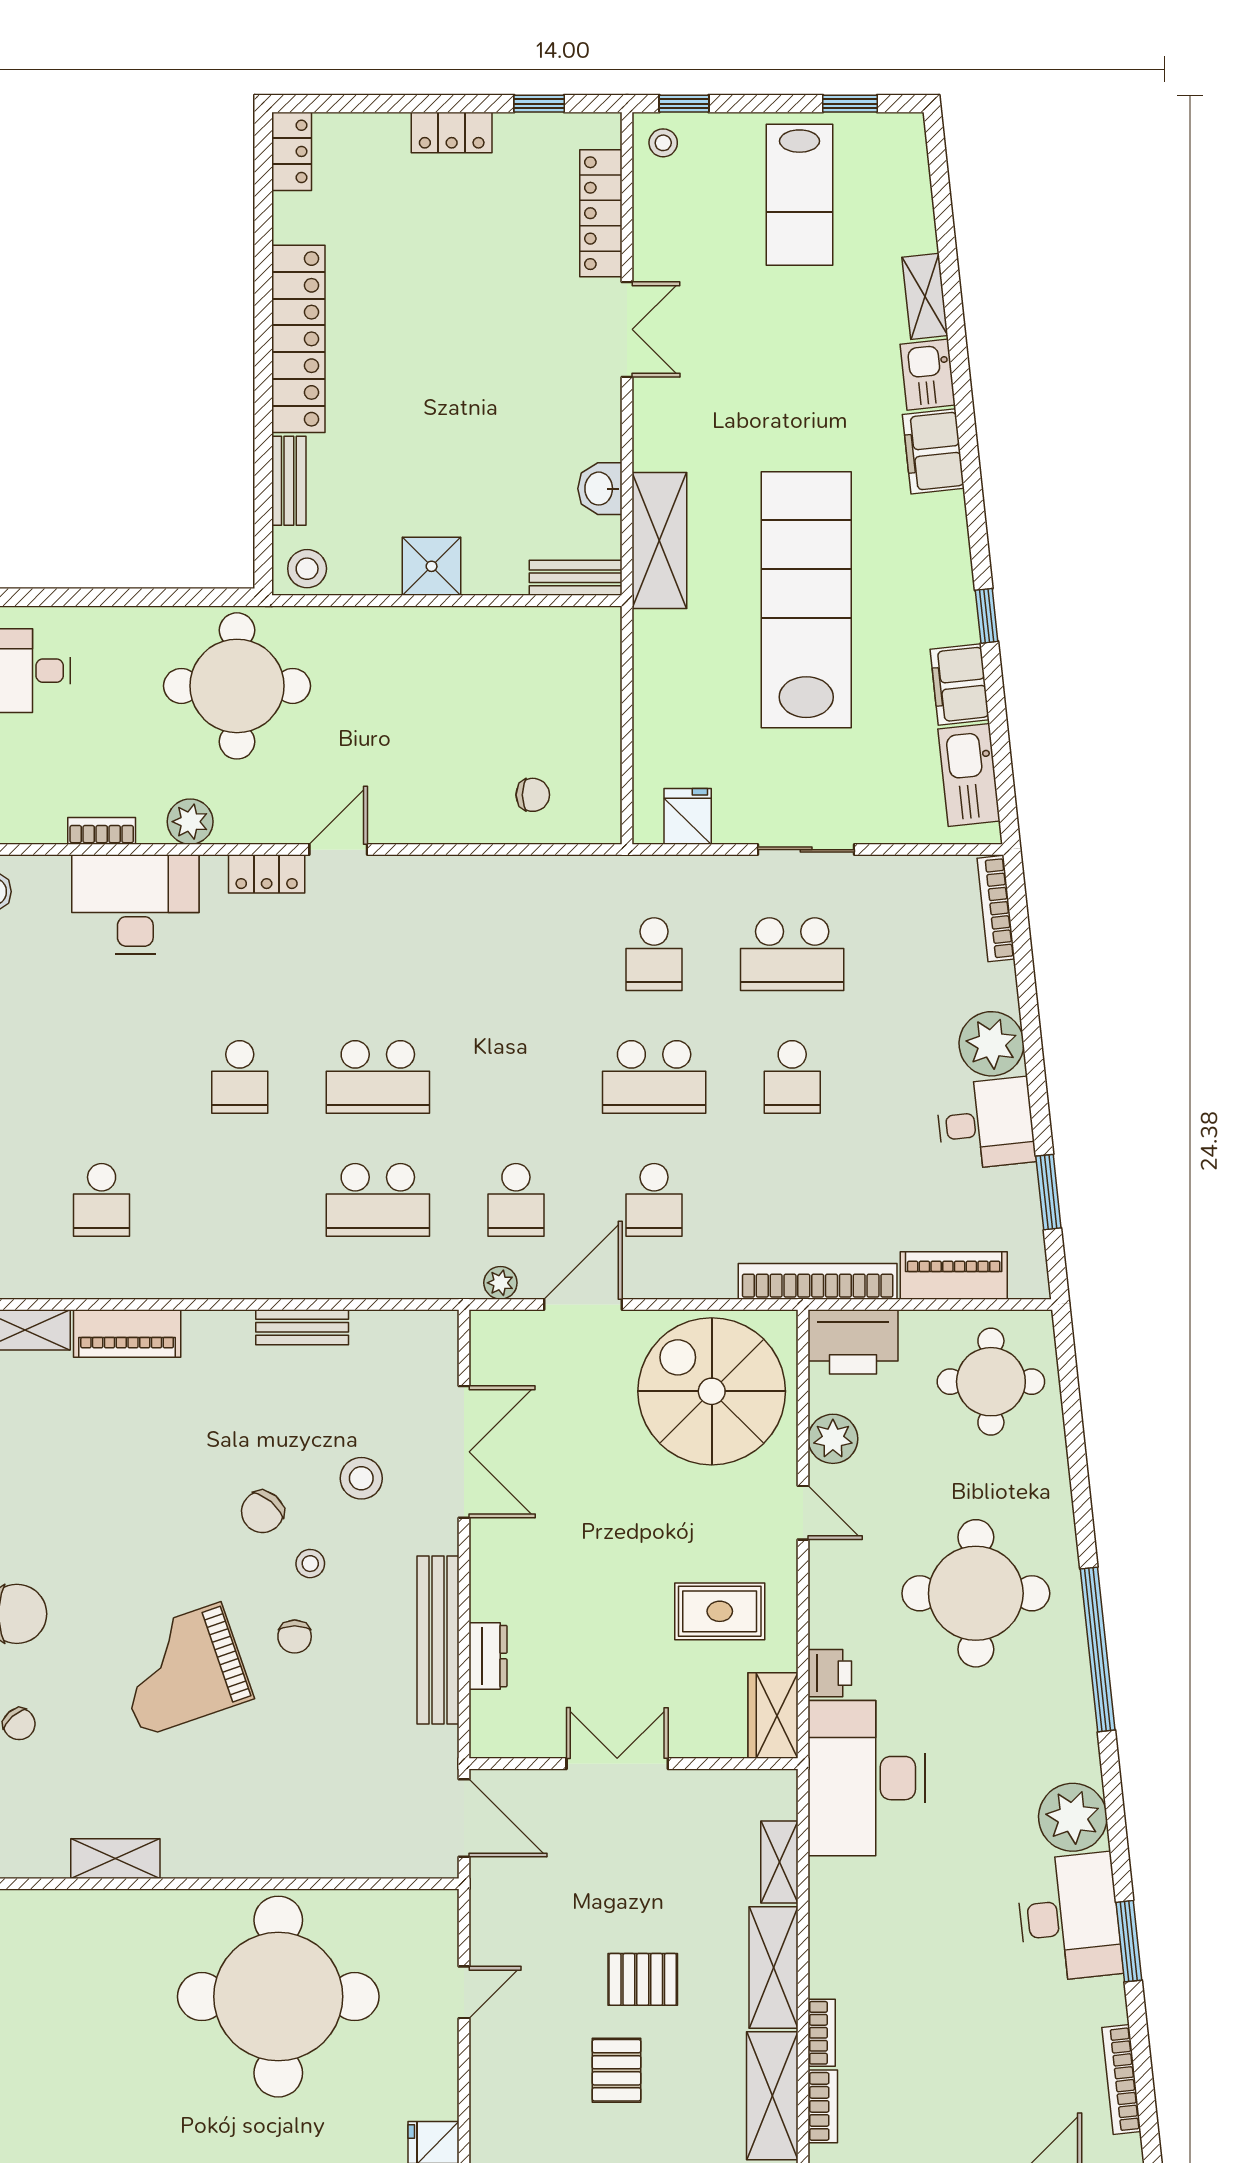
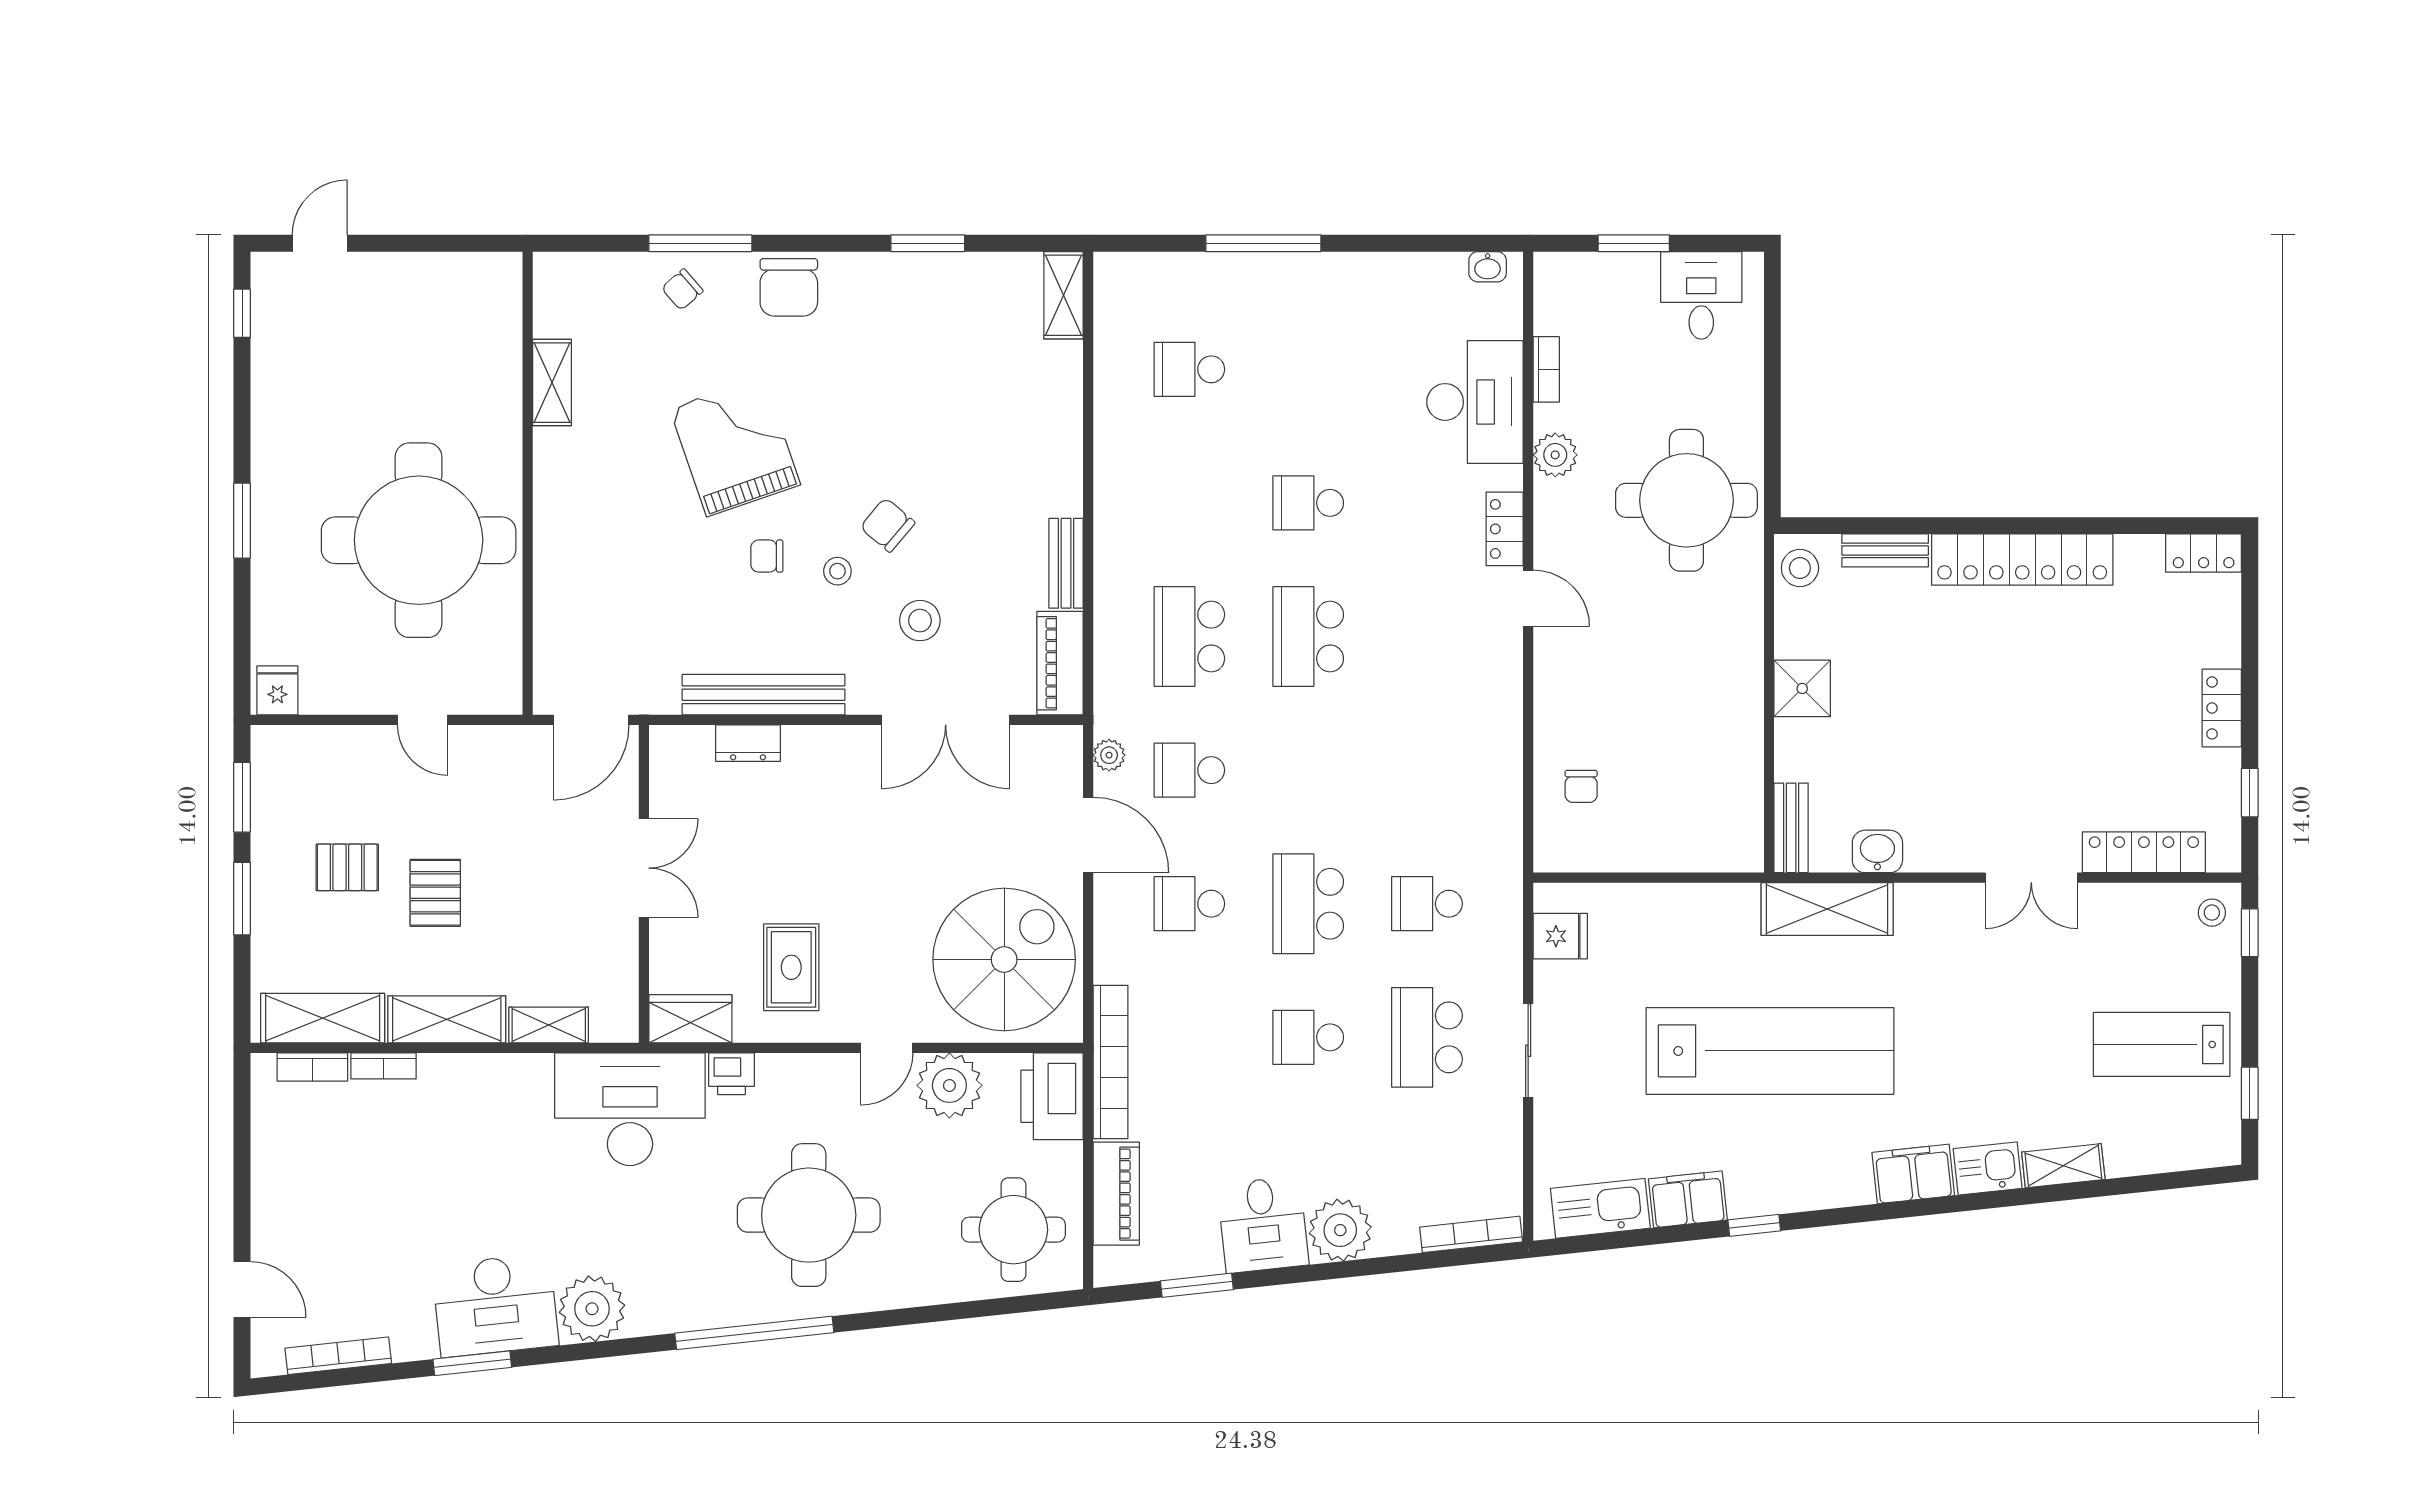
piano: (127, 1333) -> (1060, 663), moved
plant: (833, 1439) -> (949, 1085), width x1.36, depth x1.36

